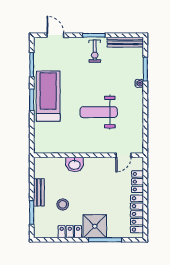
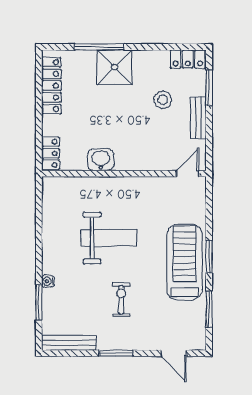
exercise bike: (95, 51) -> (121, 300), moved
treadmill: (48, 96) -> (184, 262), turned 180
door: (123, 155) -> (188, 174), moved
washbasin: (74, 164) -> (101, 160), moved
locker: (138, 182) -> (51, 153), moved
locker: (70, 232) -> (188, 59), moved

